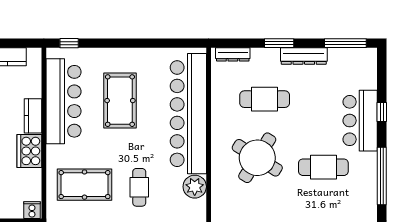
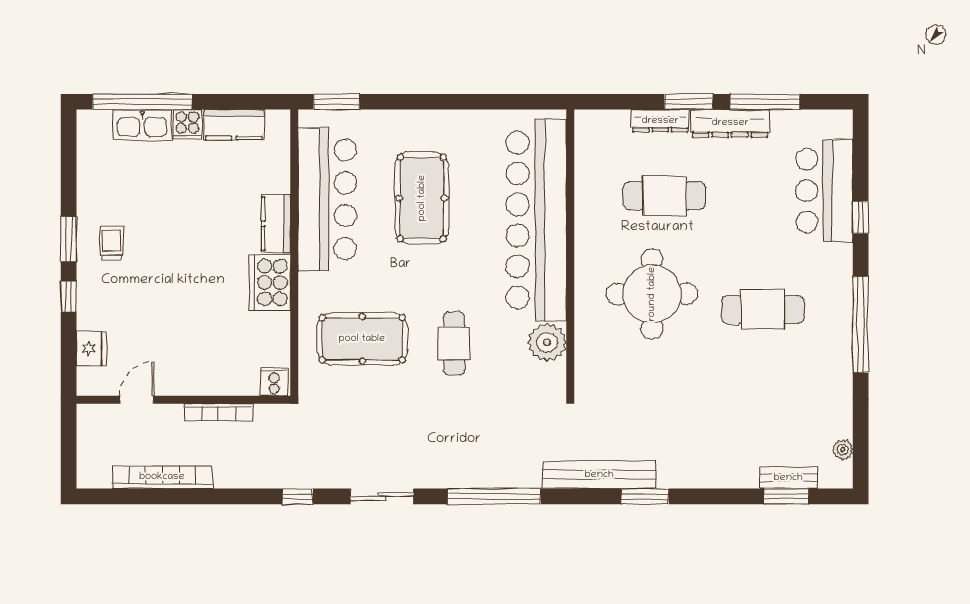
window: (69, 43) -> (337, 102), width x1.50
window: (345, 43) -> (765, 102), moved
dresser: (233, 54) -> (660, 121), moved
bar counter: (360, 121) -> (824, 191), moved
round table: (257, 158) -> (652, 294), turned -32

